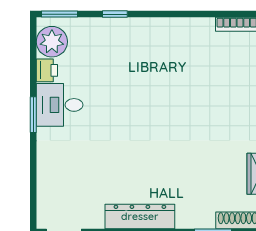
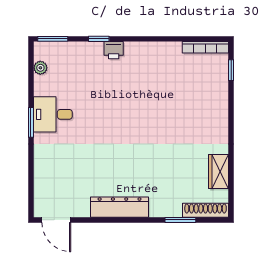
plant: (52, 42) -> (40, 68), width x0.53, depth x0.53
printer: (47, 70) -> (114, 50), moved, turned 90

